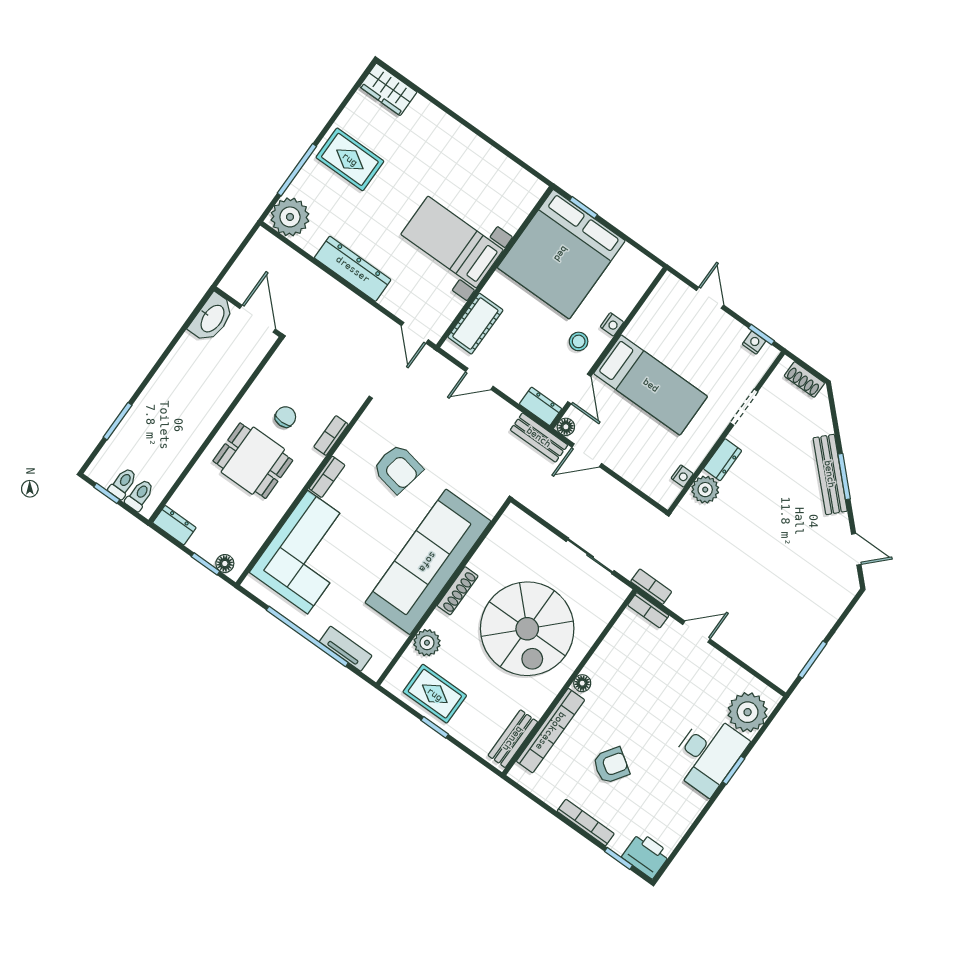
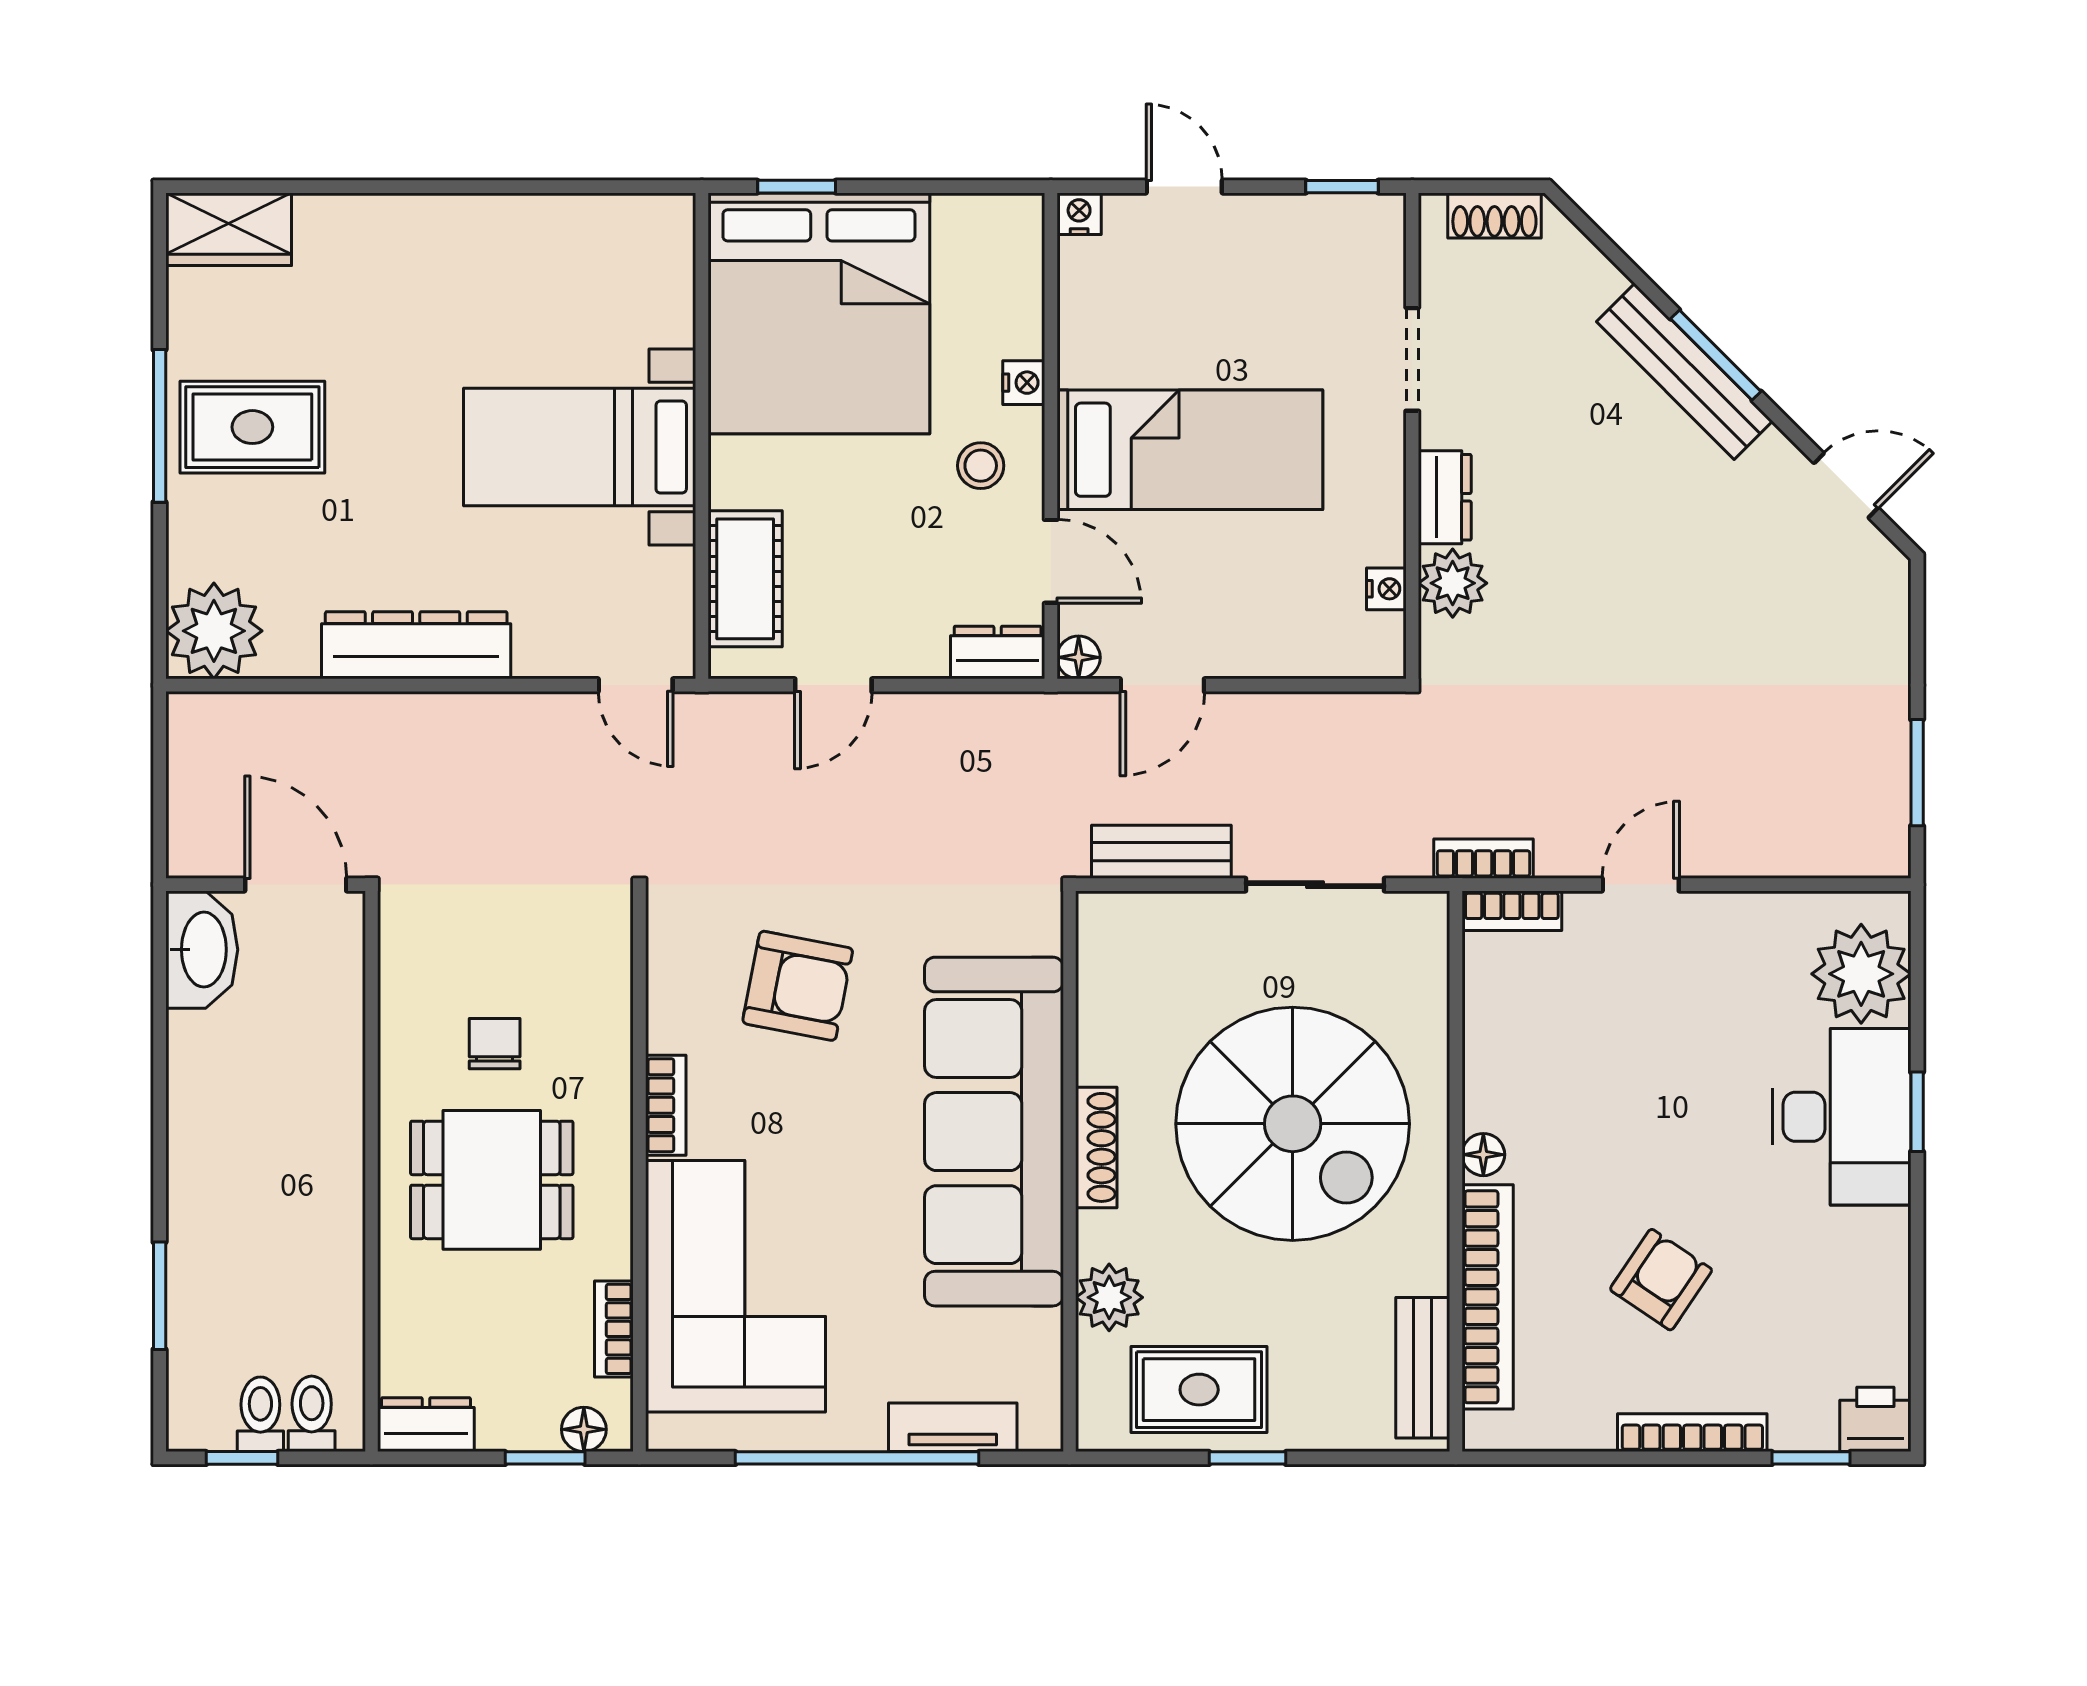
window: (297, 170) -> (160, 426), moved
nightstand: (754, 343) -> (1079, 214), moved
bookcase: (331, 436) -> (614, 1329), moved
bench: (539, 437) -> (1161, 852), moved
printer: (646, 855) -> (1875, 1419), width x0.73, depth x0.81

